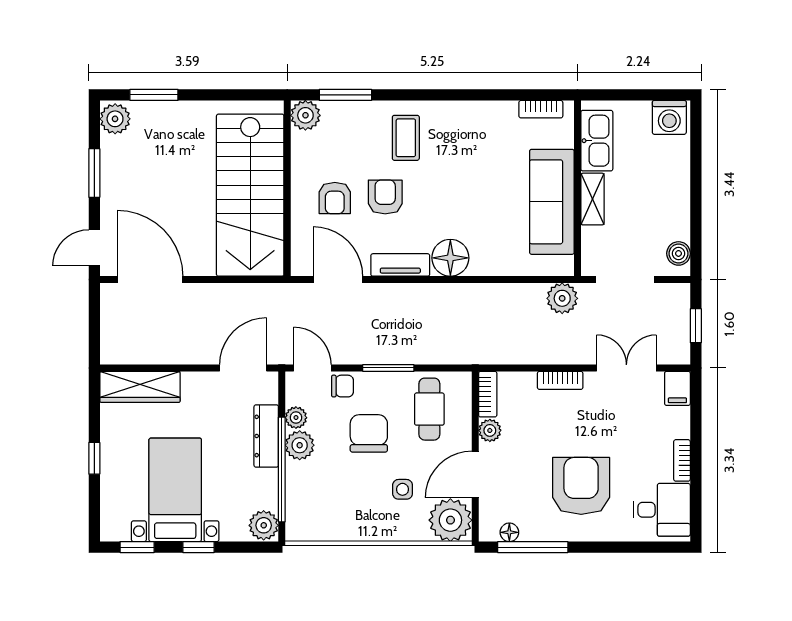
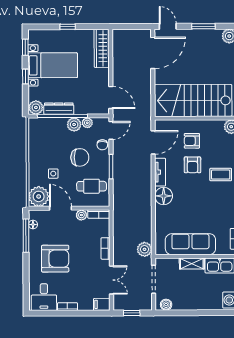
armchair: (385, 197) -> (192, 165), turned 90
dresser: (266, 436) -> (59, 109), moved

